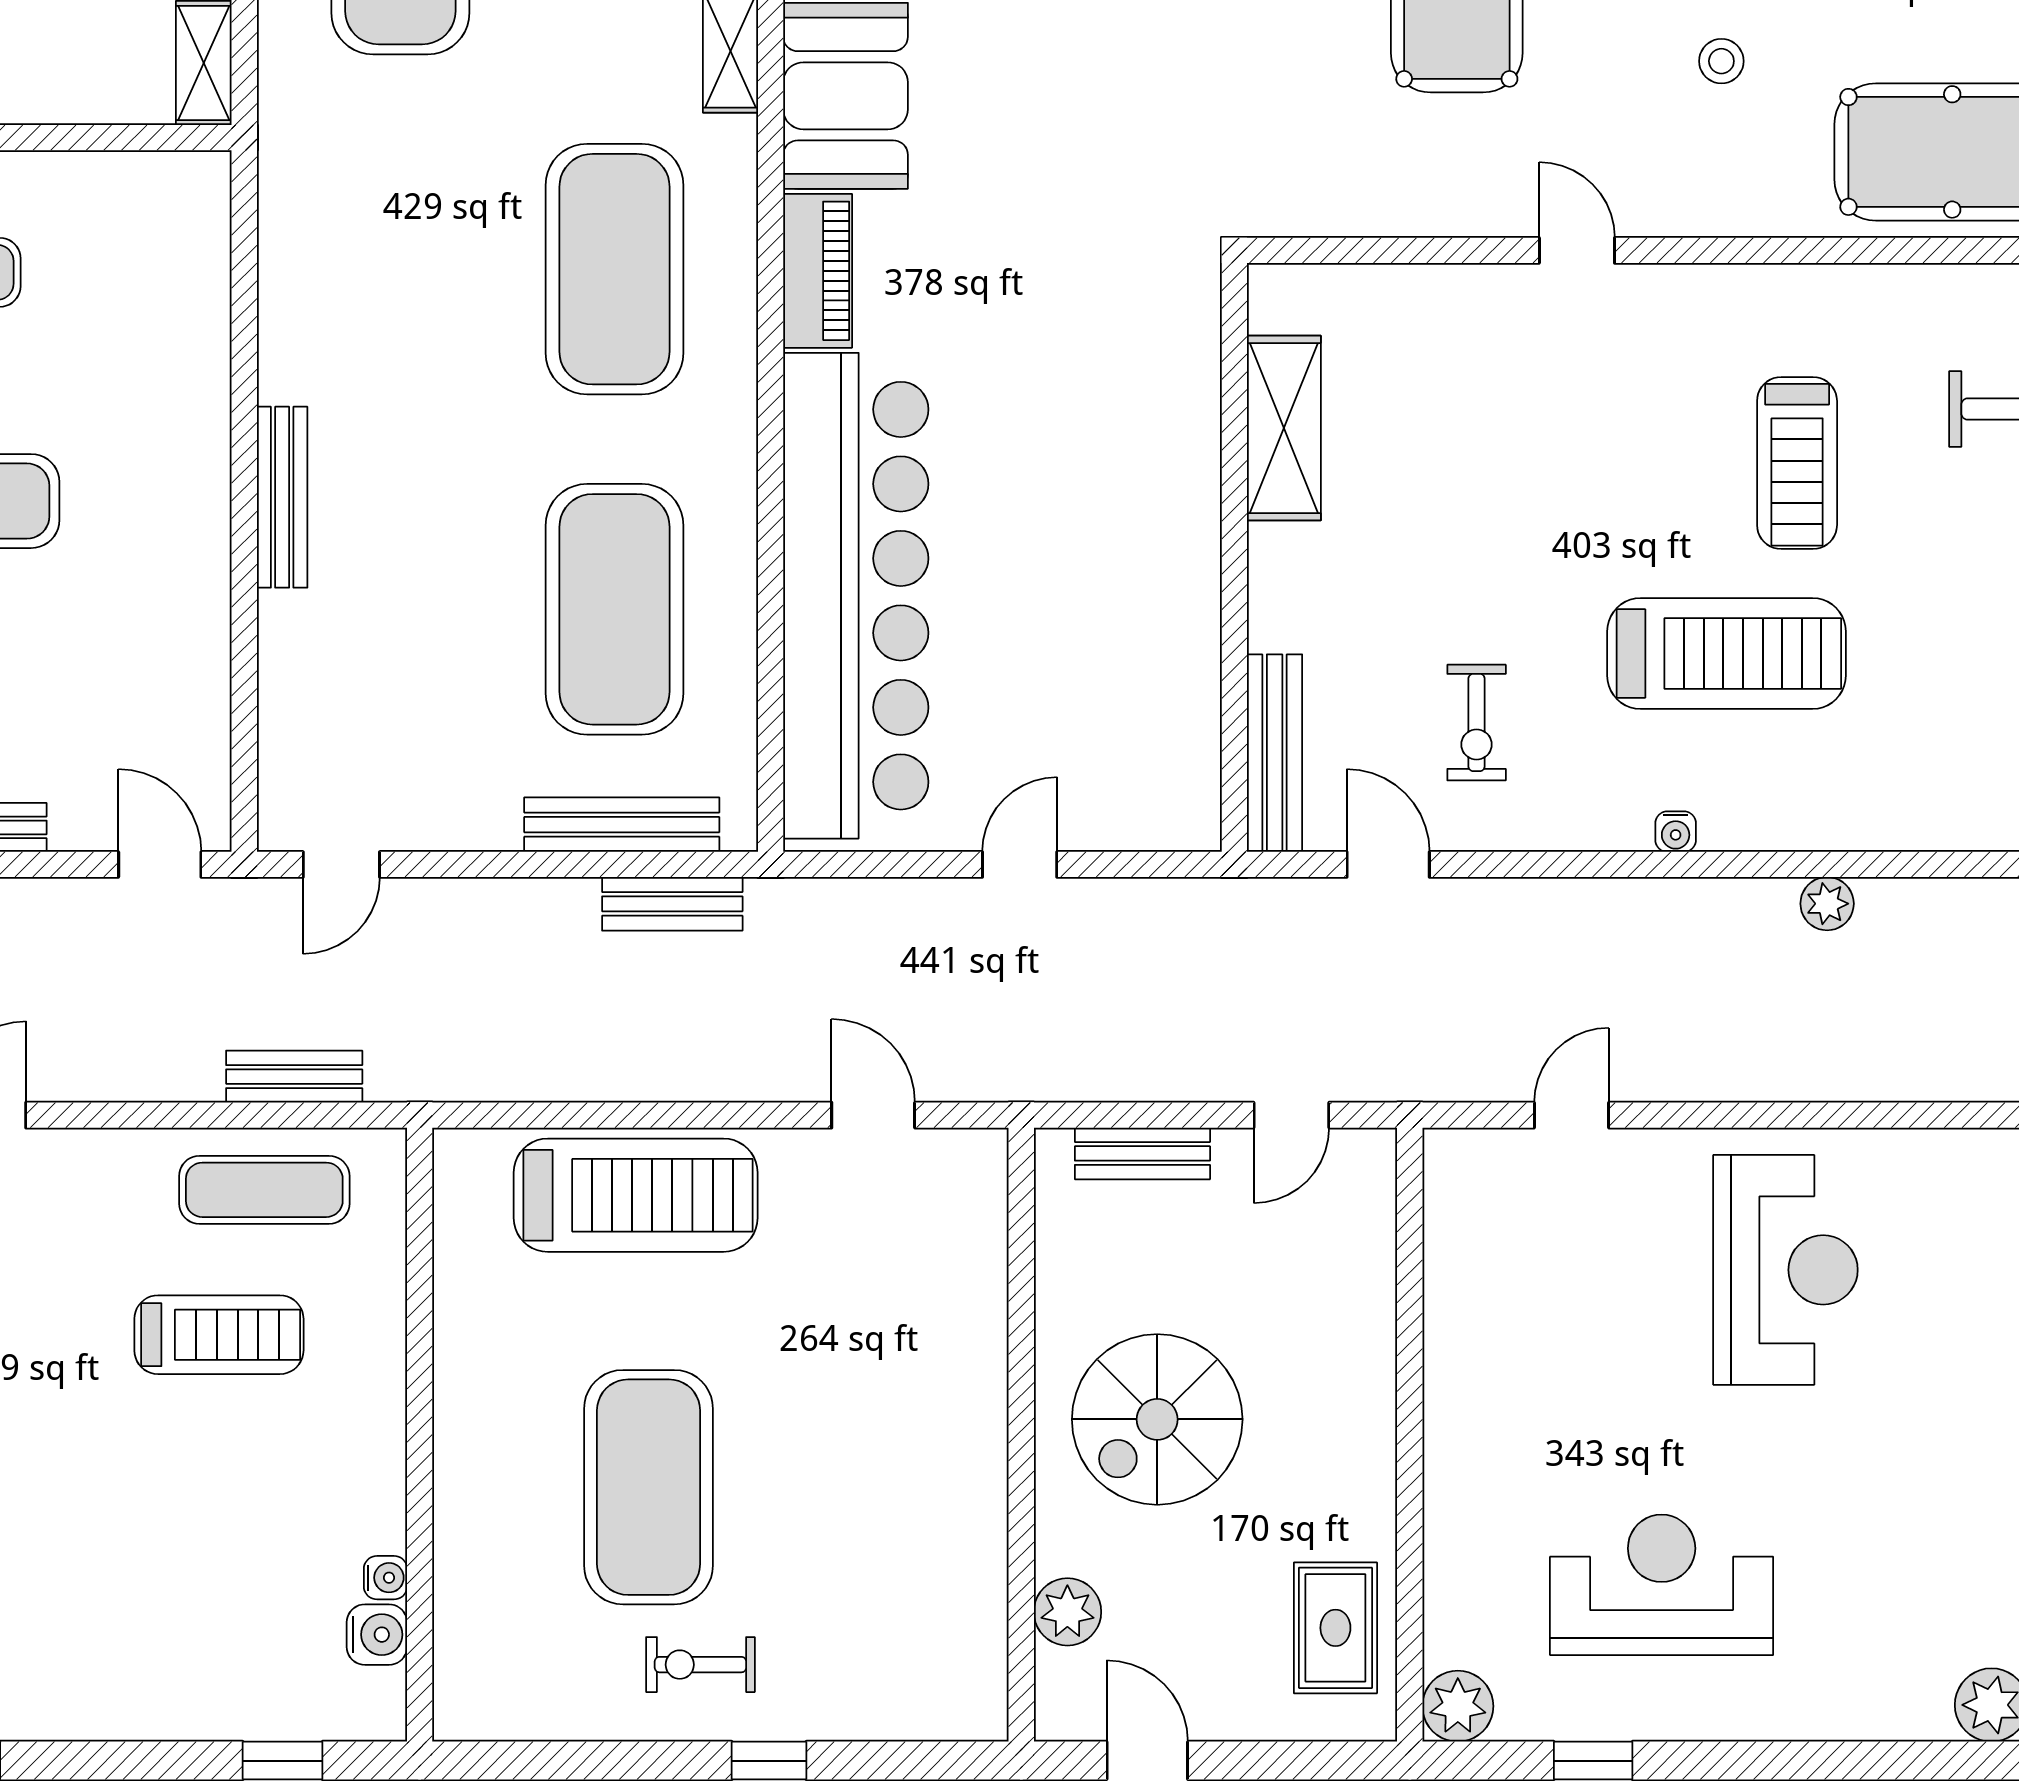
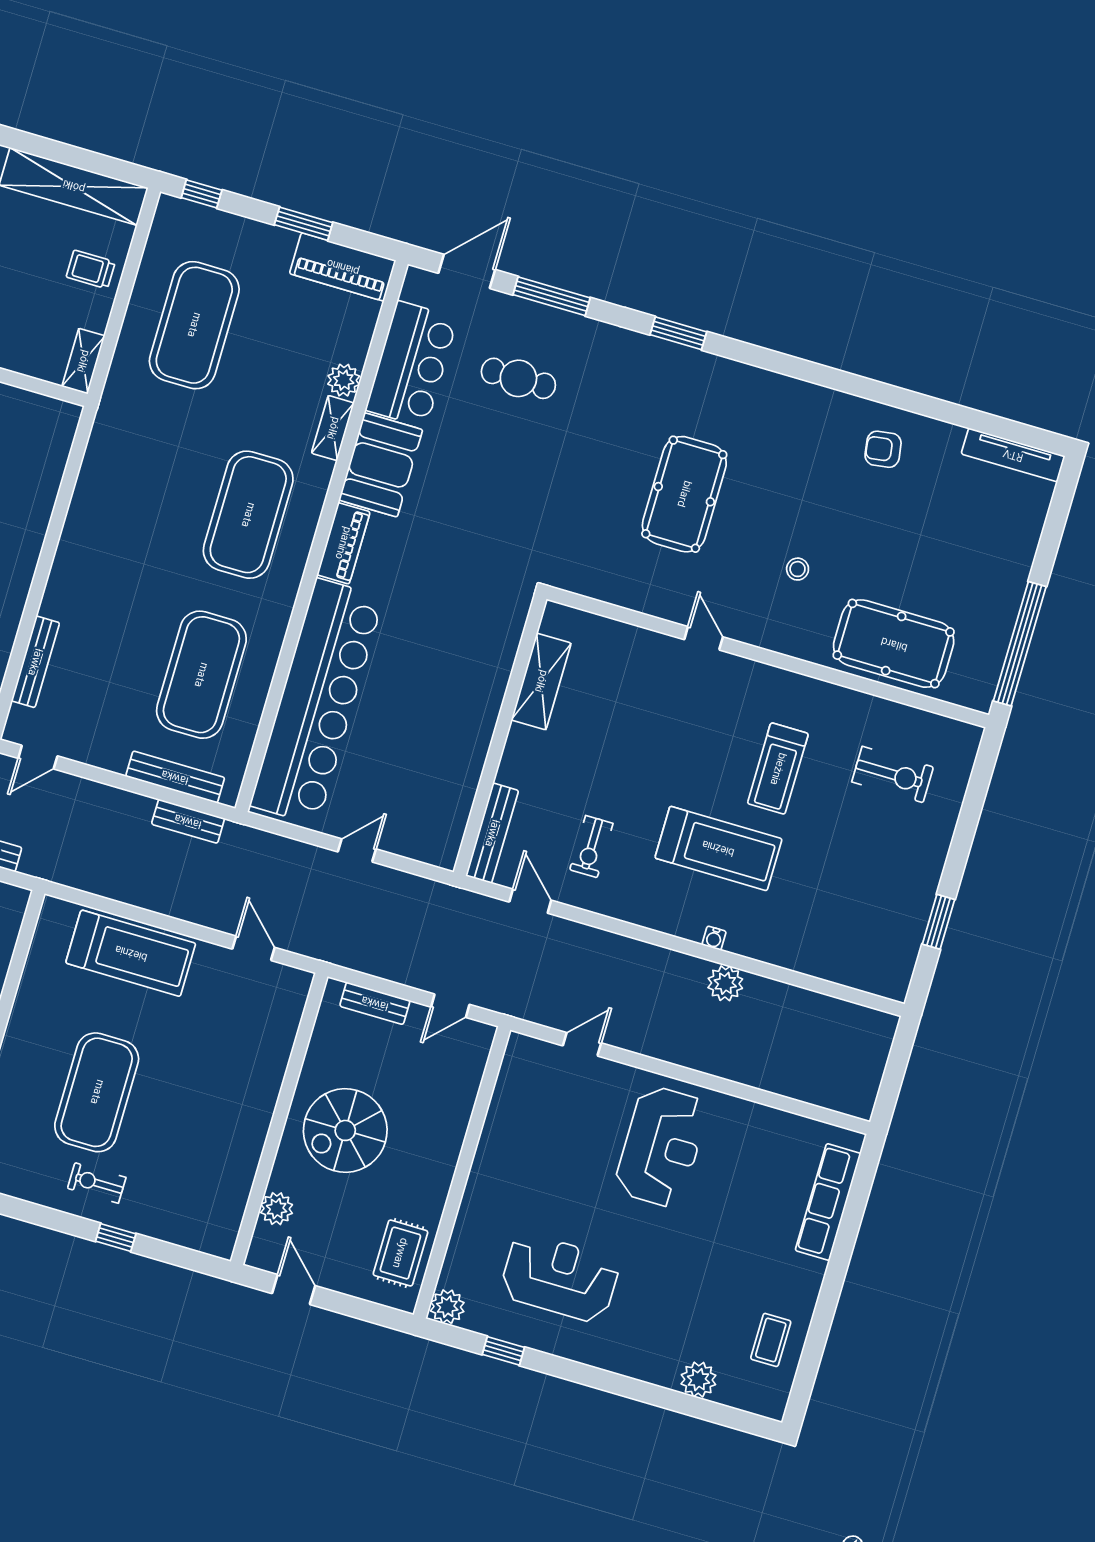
bench: (282, 497) -> (35, 662), moved
water cooler: (1676, 832) -> (714, 938), moved
plant: (1827, 904) -> (725, 983), width x1.38, depth x1.38

